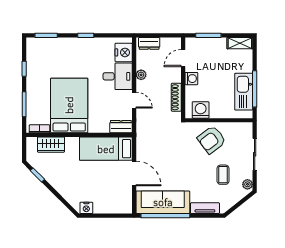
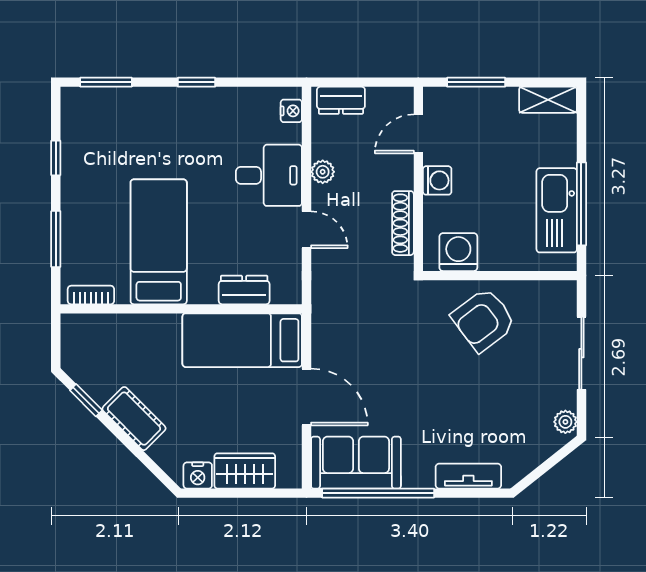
nightstand: (124, 52) -> (291, 111), width x0.53, depth x0.56
bed: (69, 105) -> (159, 242), width x0.67
dresser: (121, 127) -> (244, 290), moved
wardrobe: (51, 145) -> (245, 471), moved, turned 180
coffee table: (223, 175) -> (510, 400), removed
cot: (58, 183) -> (134, 419), added
sofa: (163, 202) -> (356, 463), width x0.73

